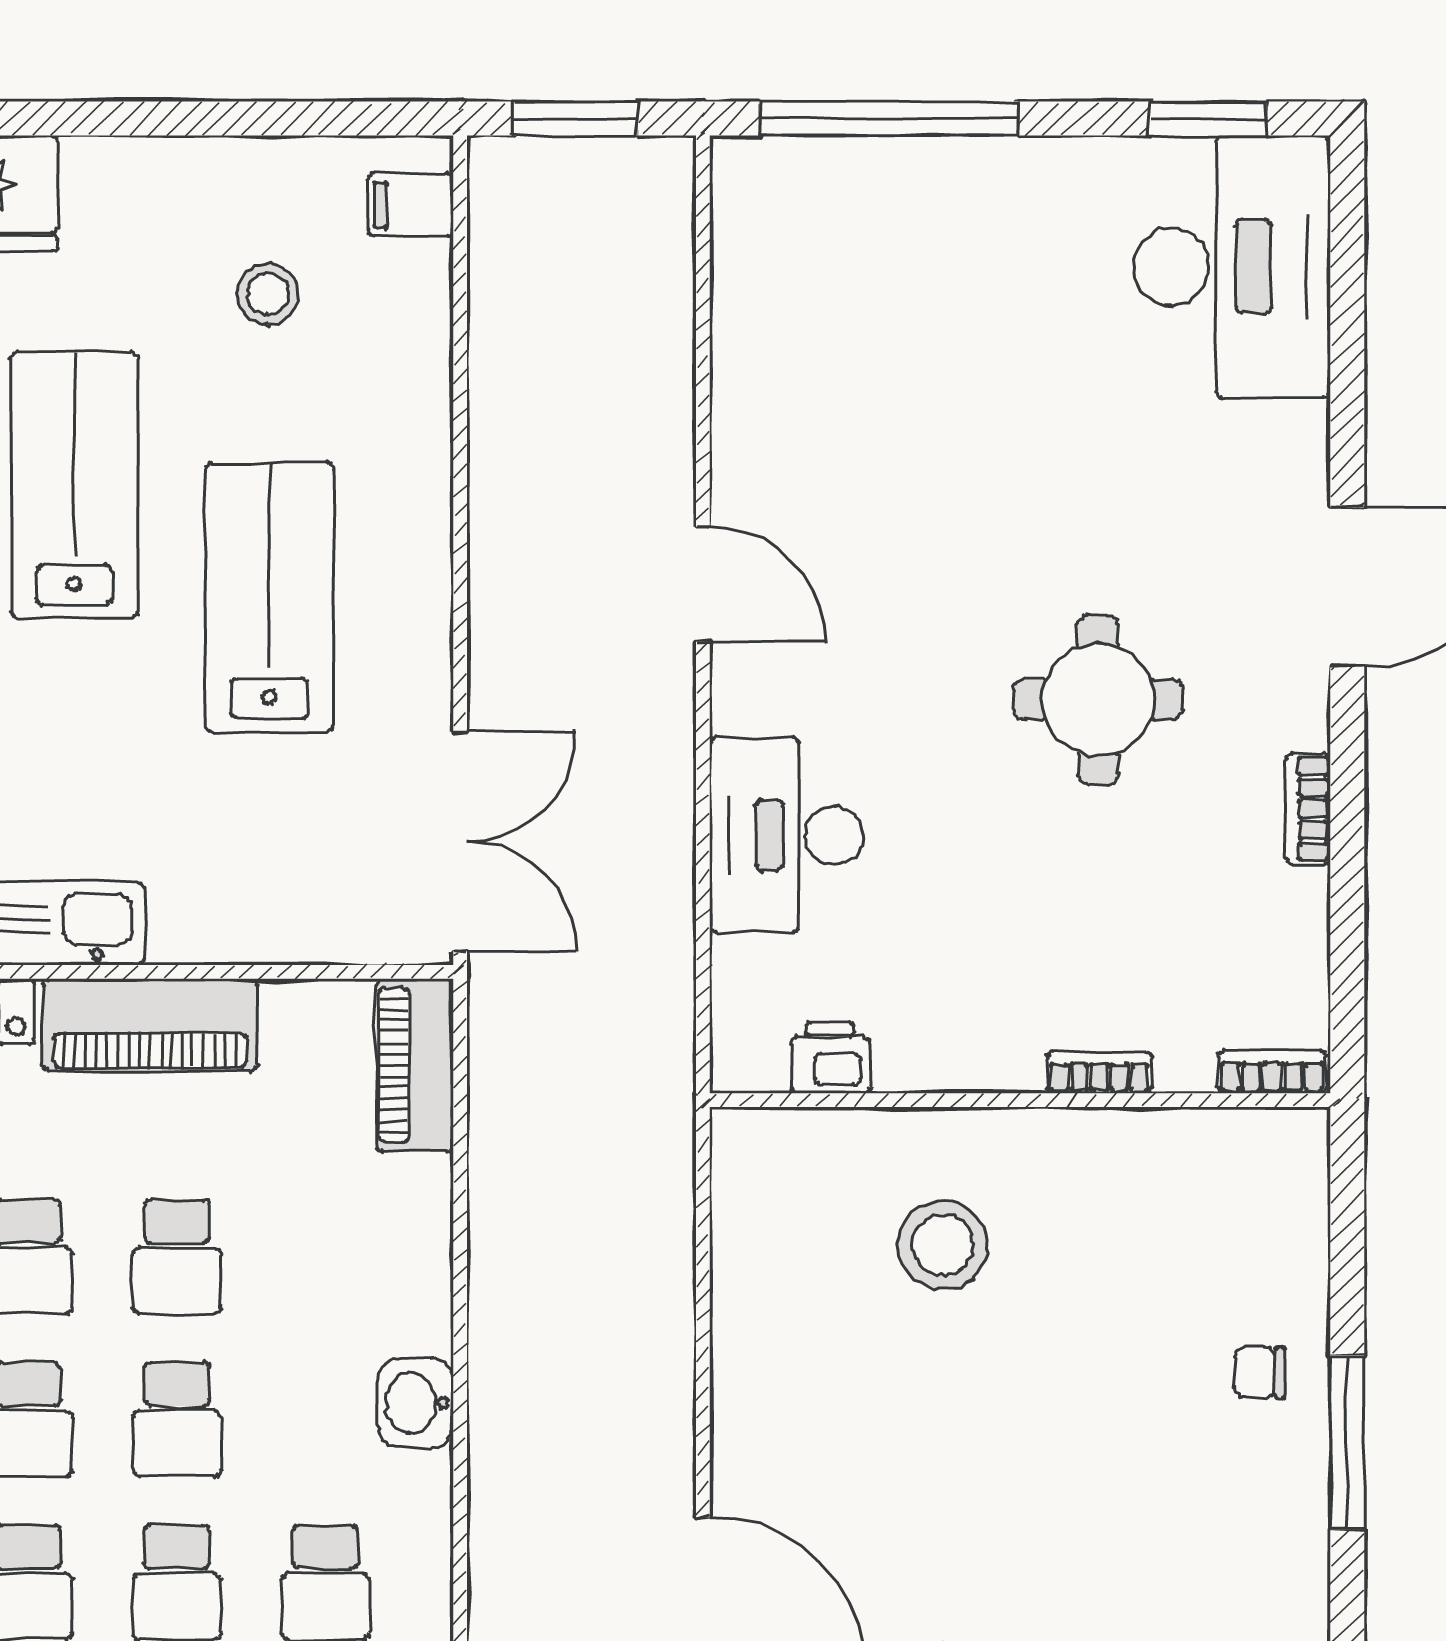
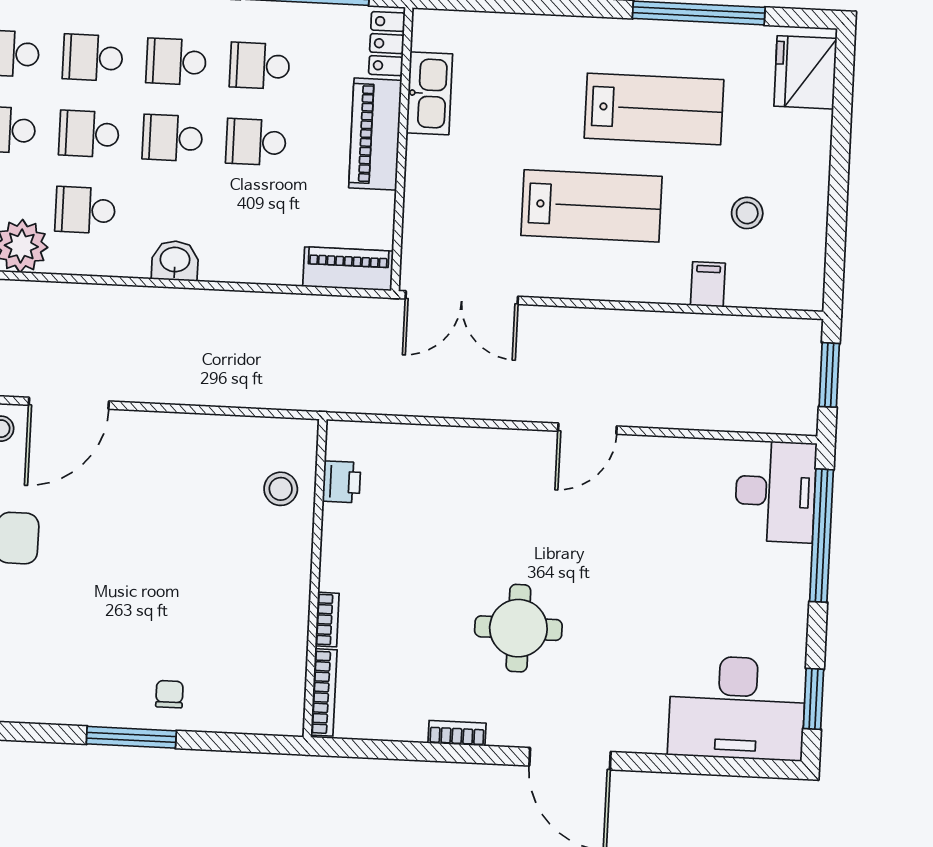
filing cabinet: (411, 205) -> (708, 284), moved
desk: (786, 835) -> (775, 491), moved, turned 90
bookcase: (1272, 1072) -> (324, 692), width x1.56
stool: (942, 1245) -> (281, 489), moved, width x0.73, depth x0.73

